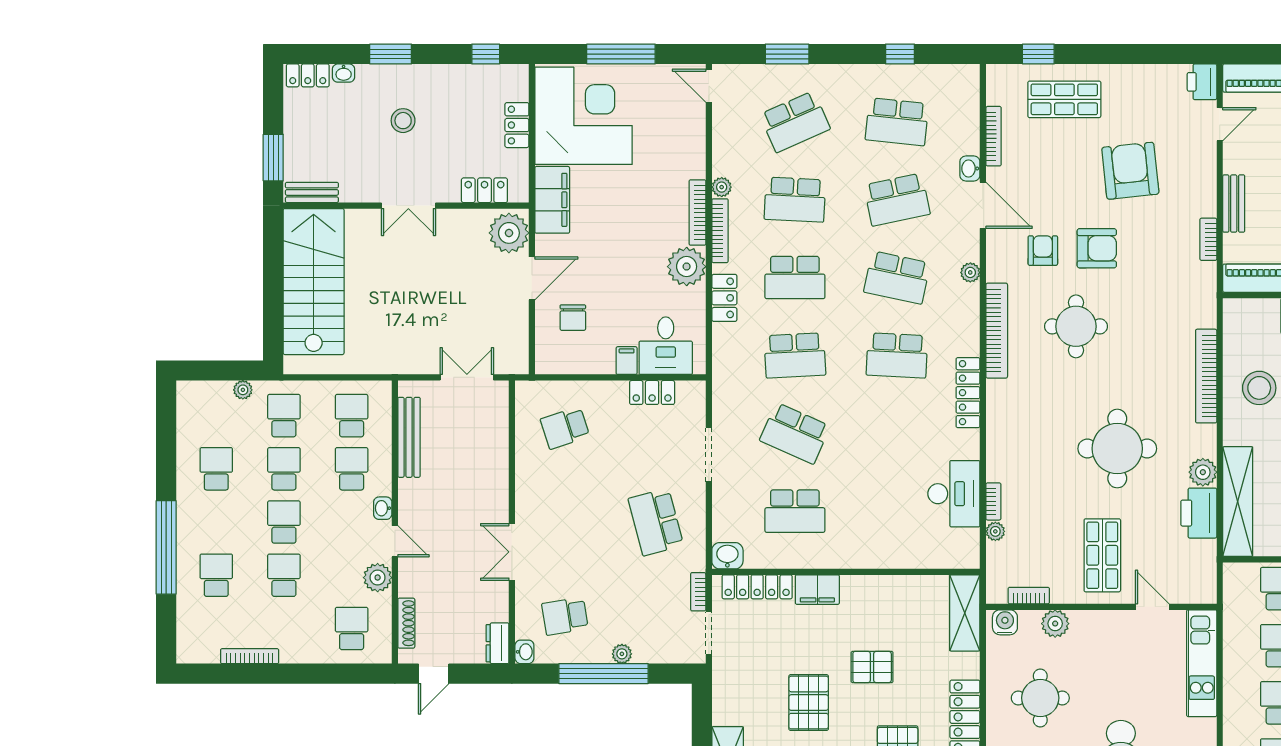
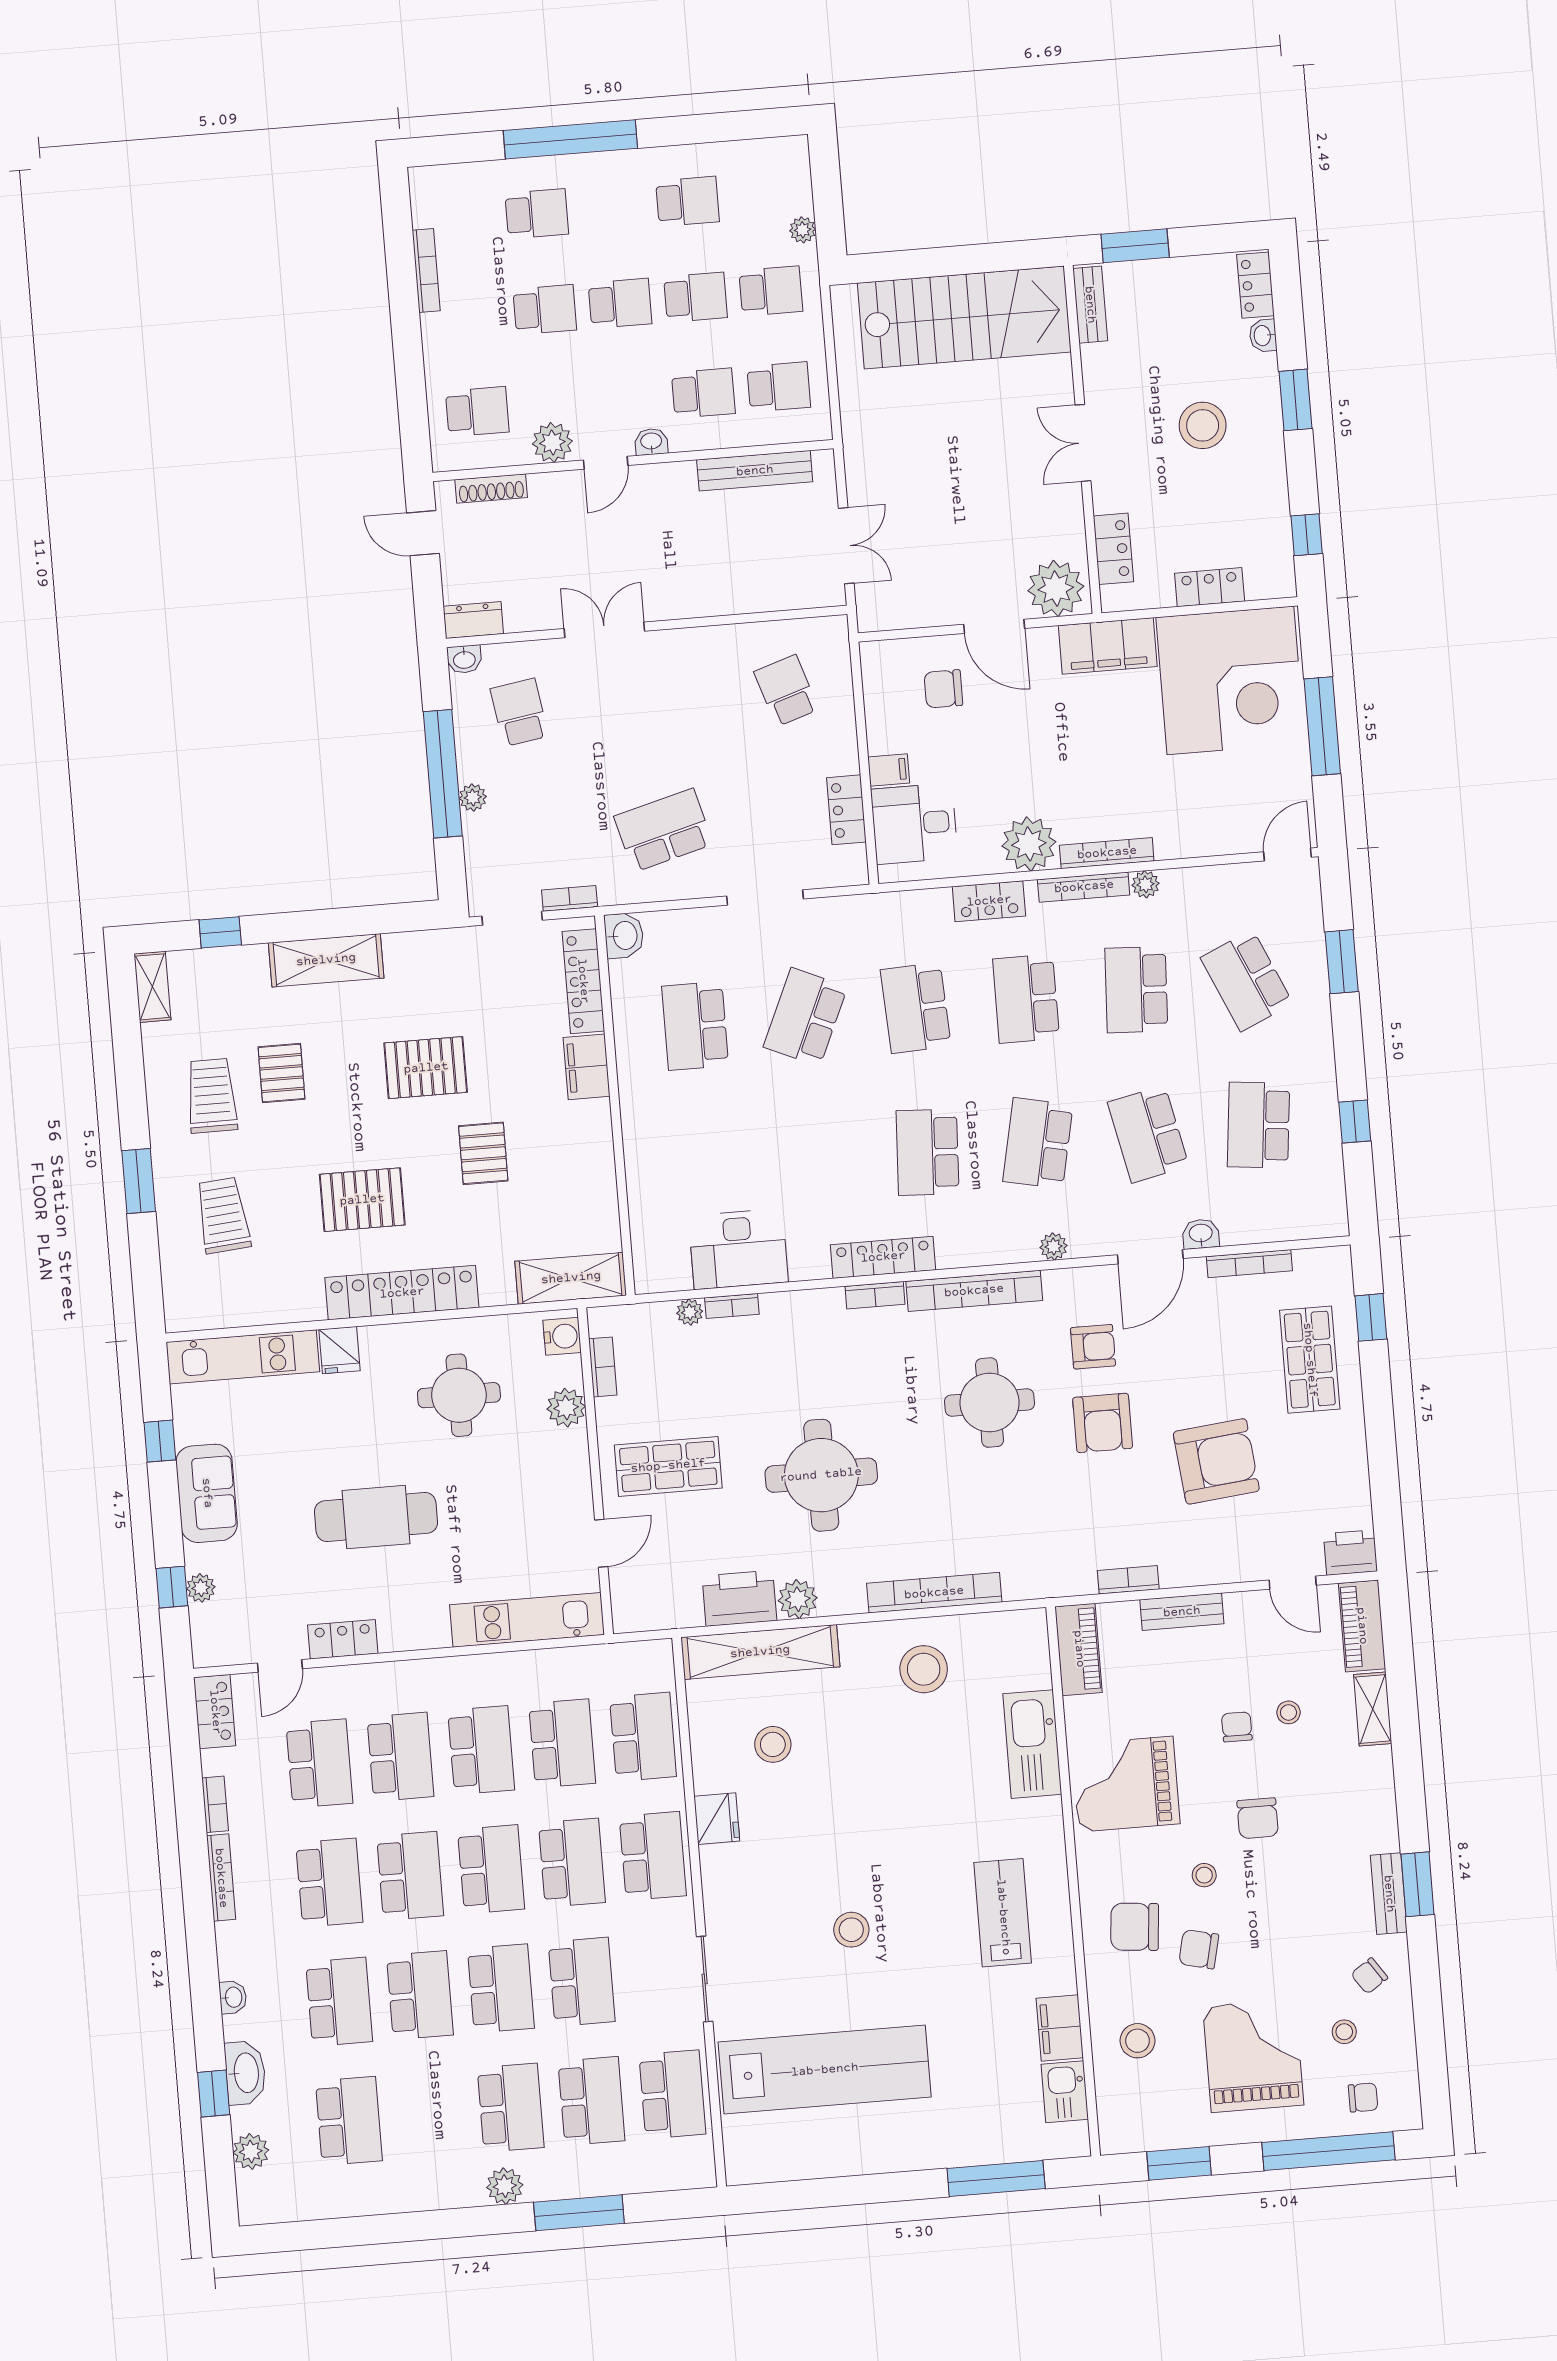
stool: (403, 121) -> (1203, 425), width x1.38, depth x1.38
bookcase: (994, 400) -> (875, 1295), added

